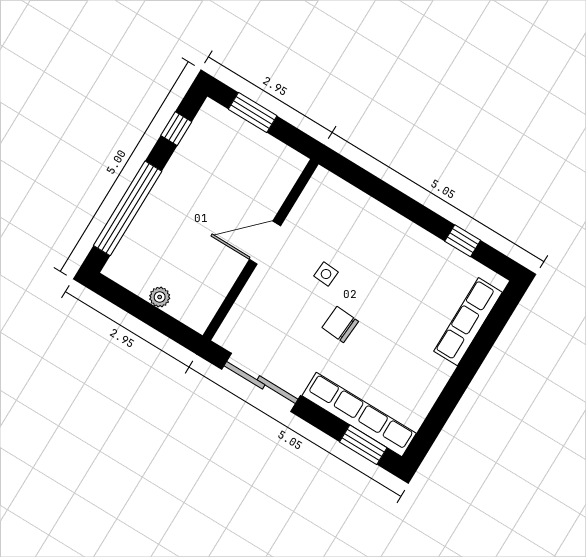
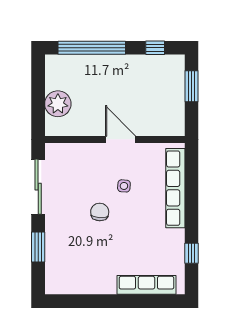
plant: (160, 297) -> (58, 104), width x1.88, depth x1.88
row of seats: (359, 415) -> (175, 188), moved, turned 180
window: (363, 445) -> (38, 247), moved

